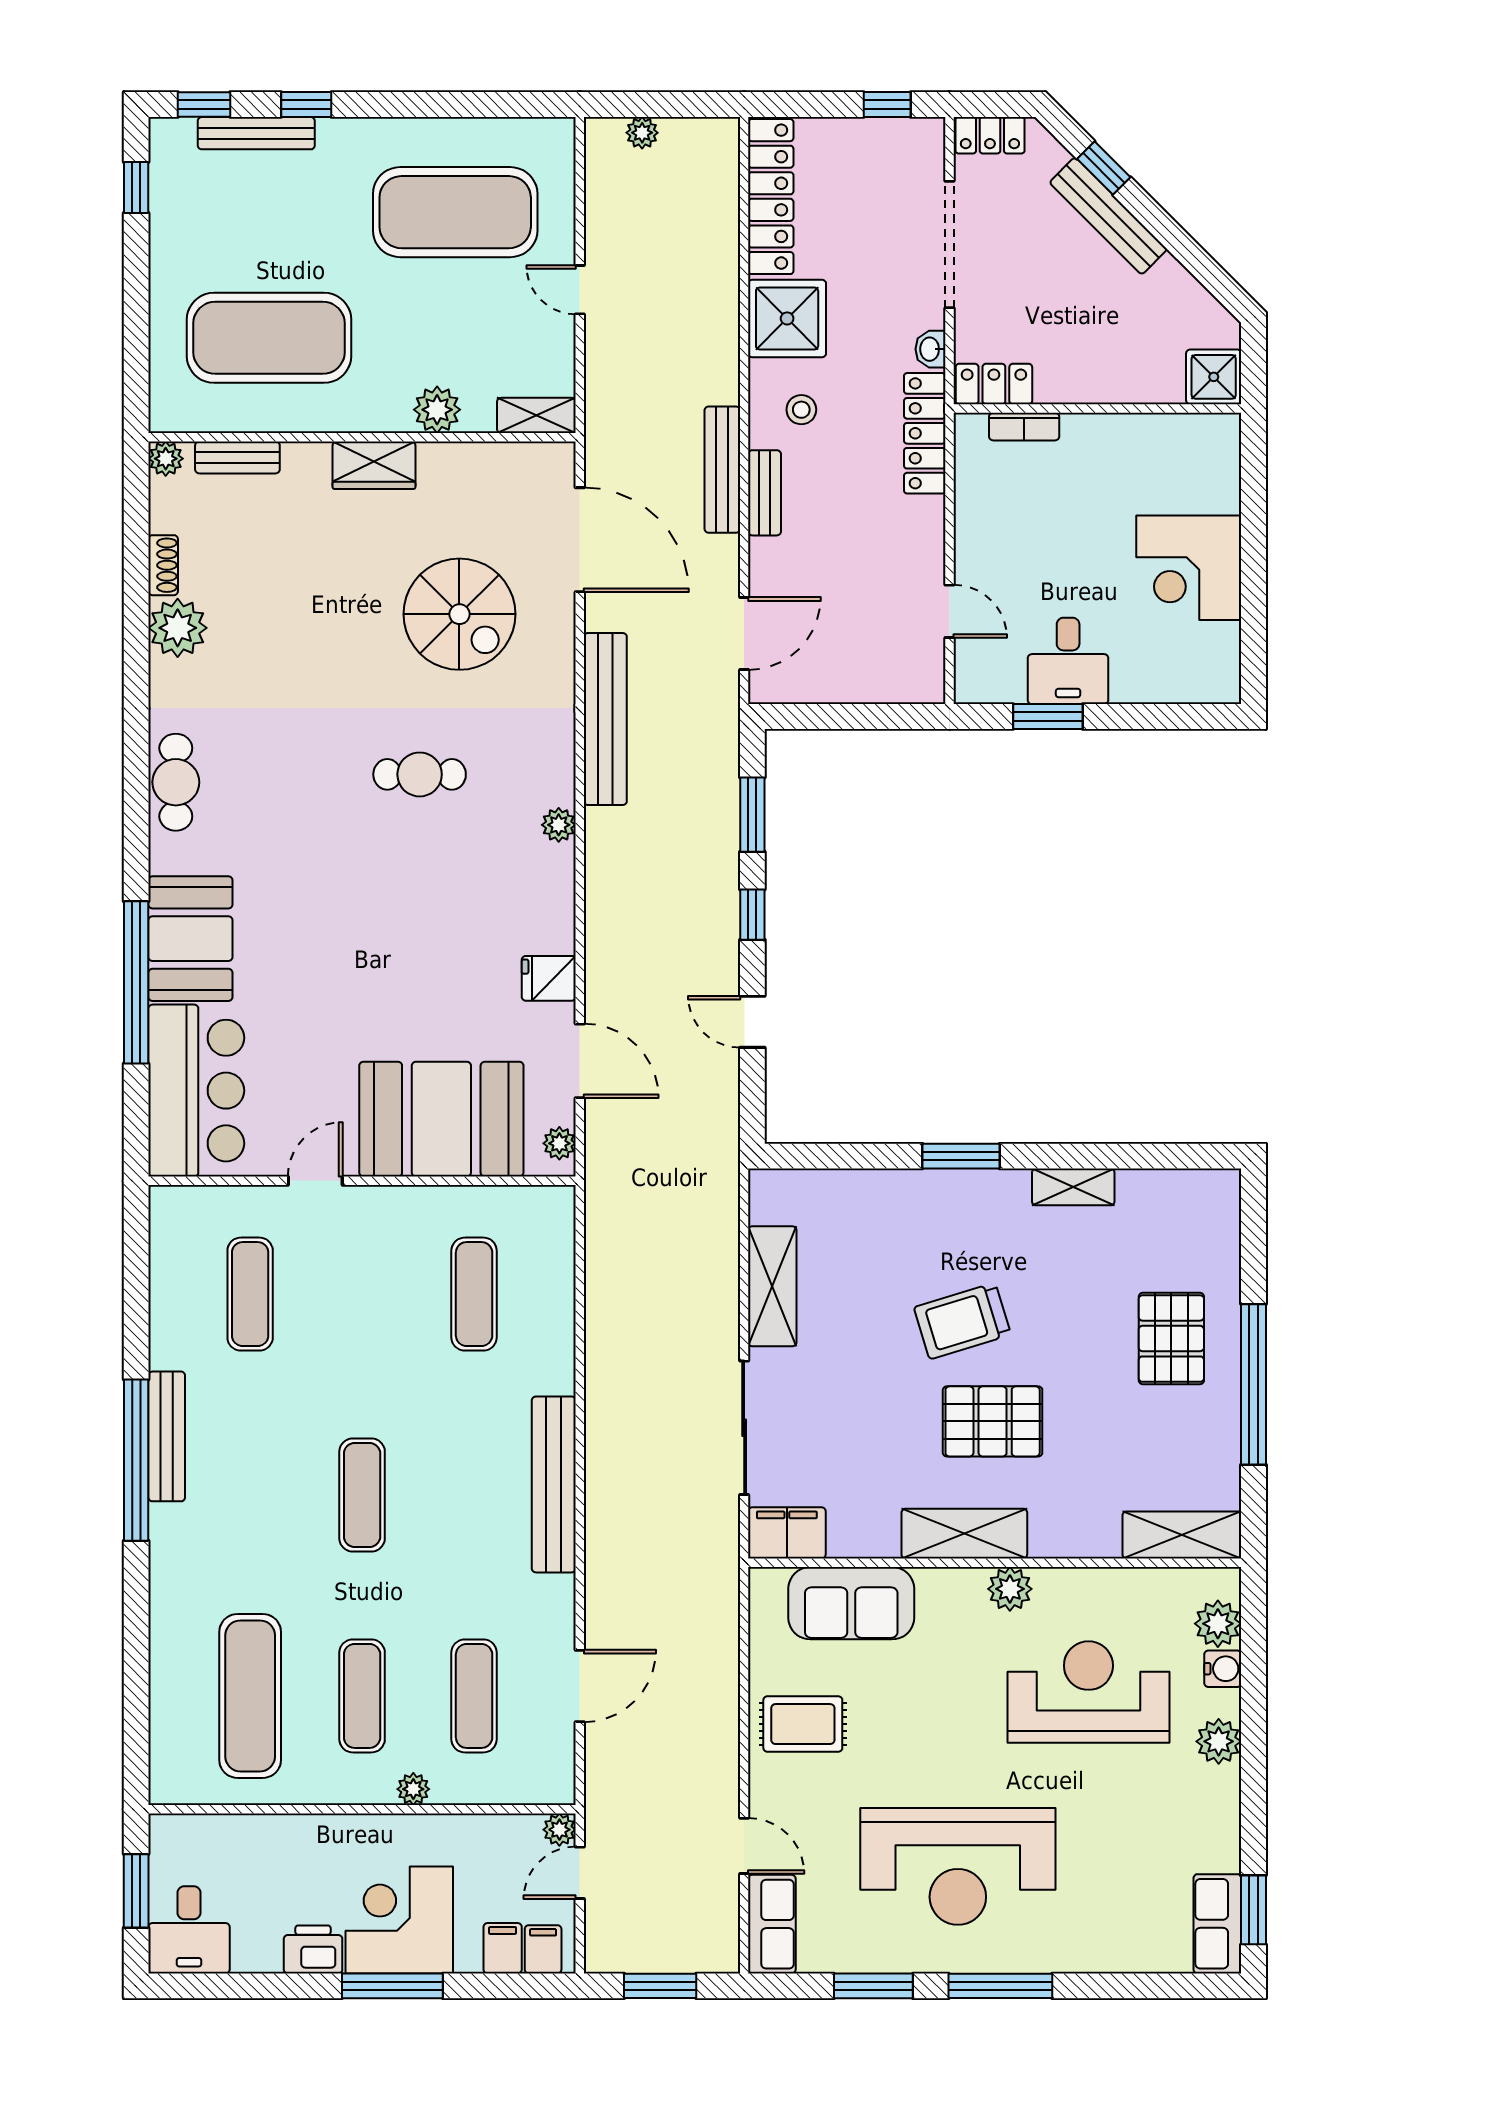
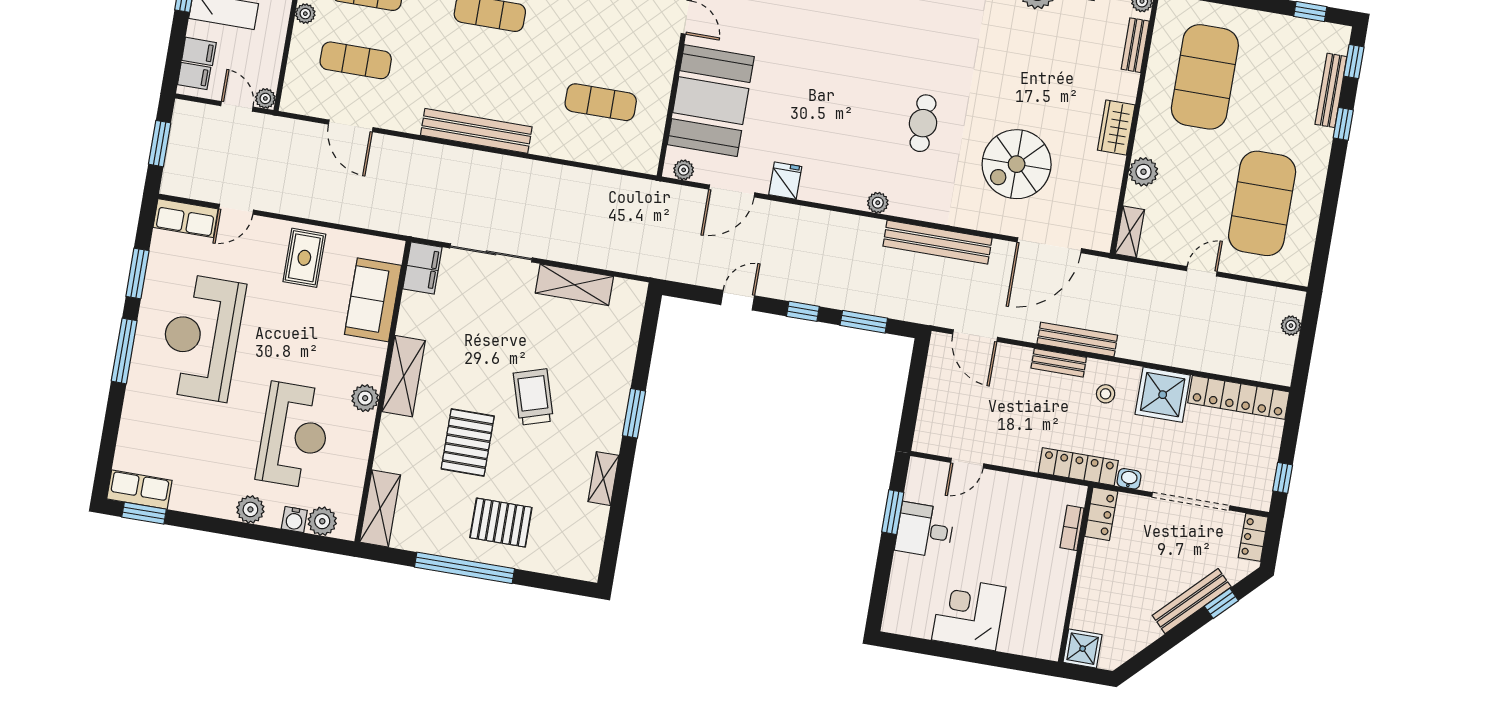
pallet: (993, 1421) -> (468, 442), moved

